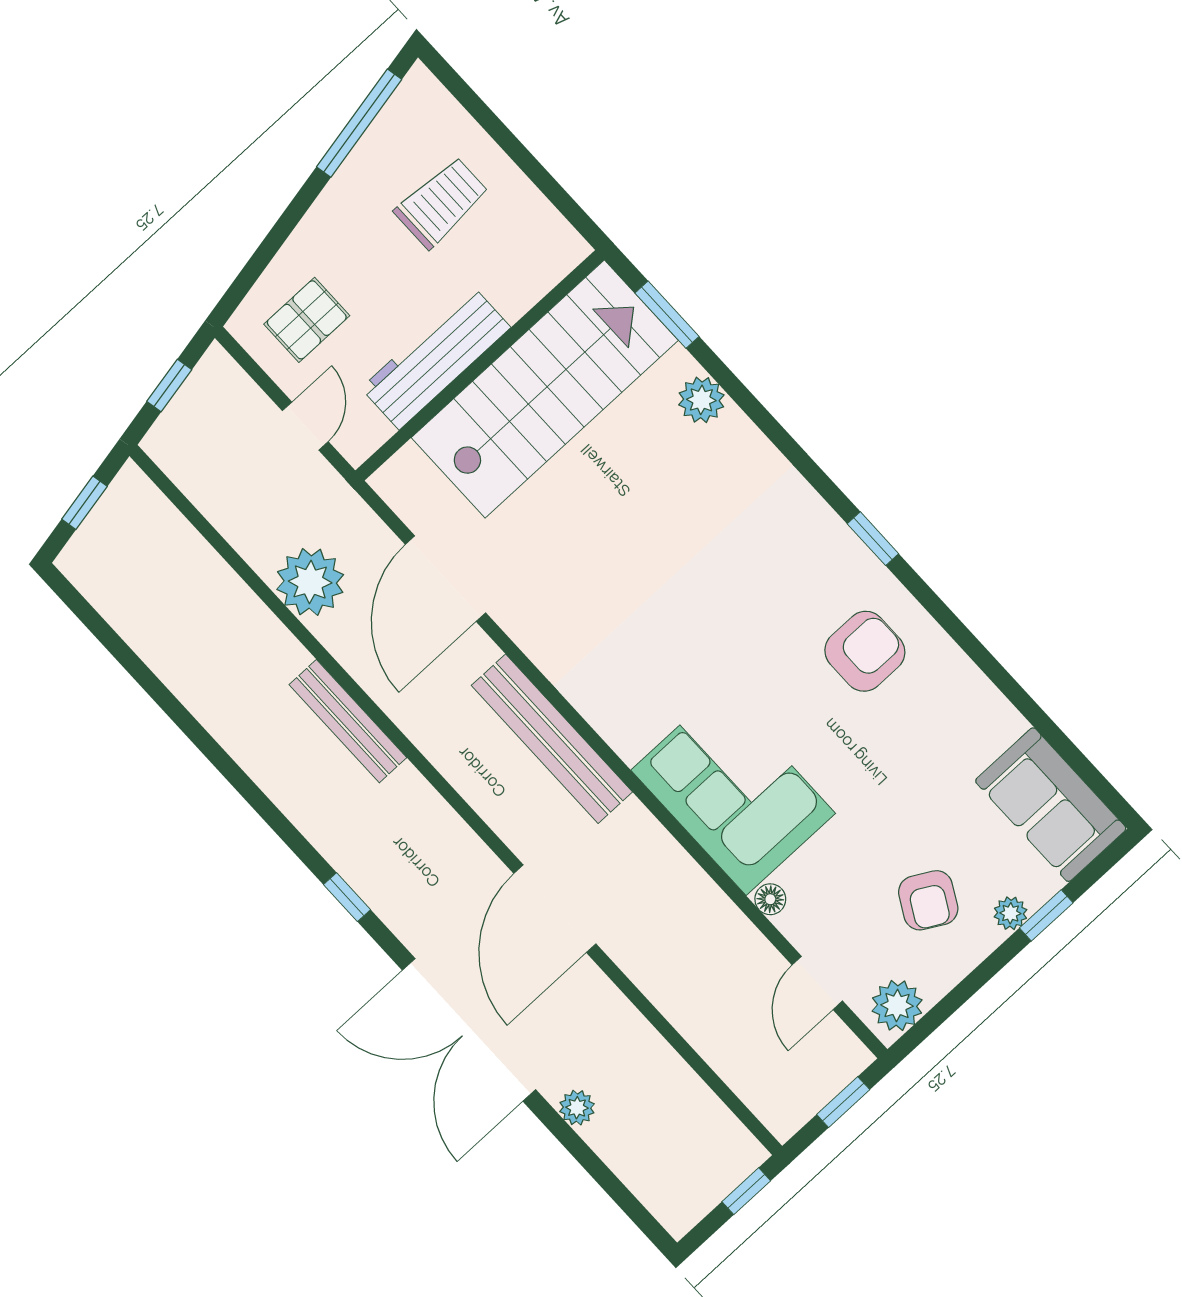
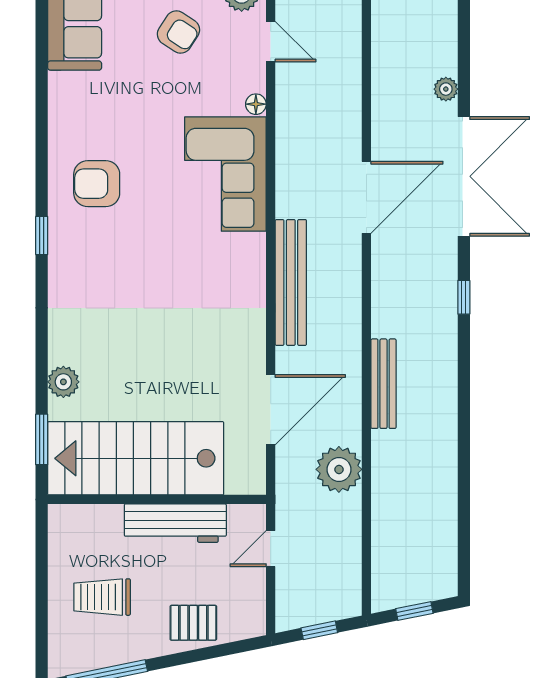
pallet: (307, 320) -> (193, 623), moved
armchair: (928, 900) -> (178, 32), turned 94
door: (817, 983) -> (271, 42), hinge flipped

